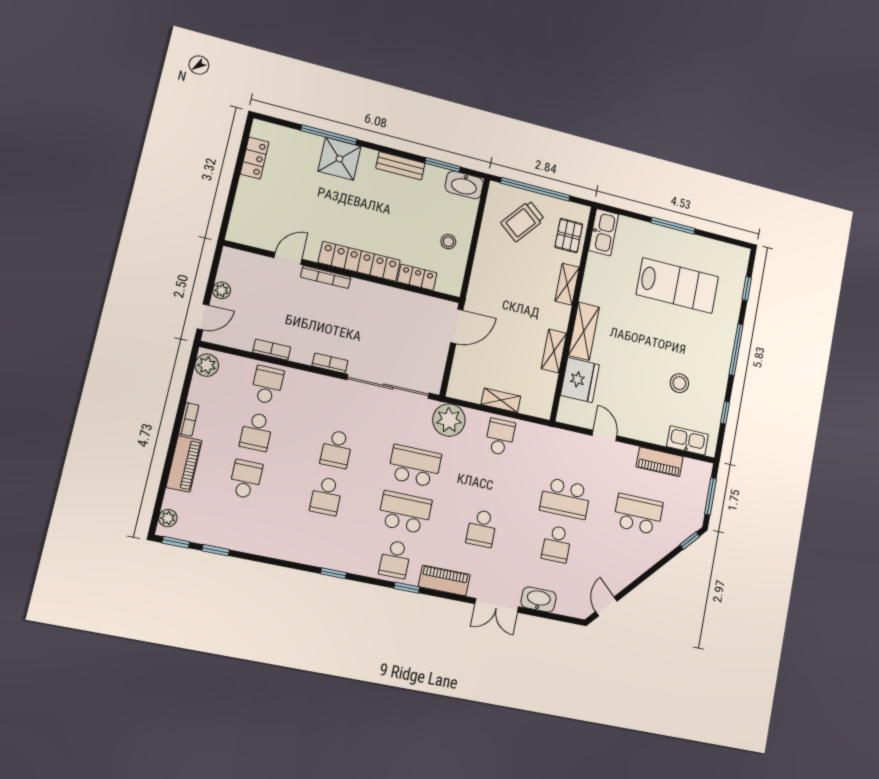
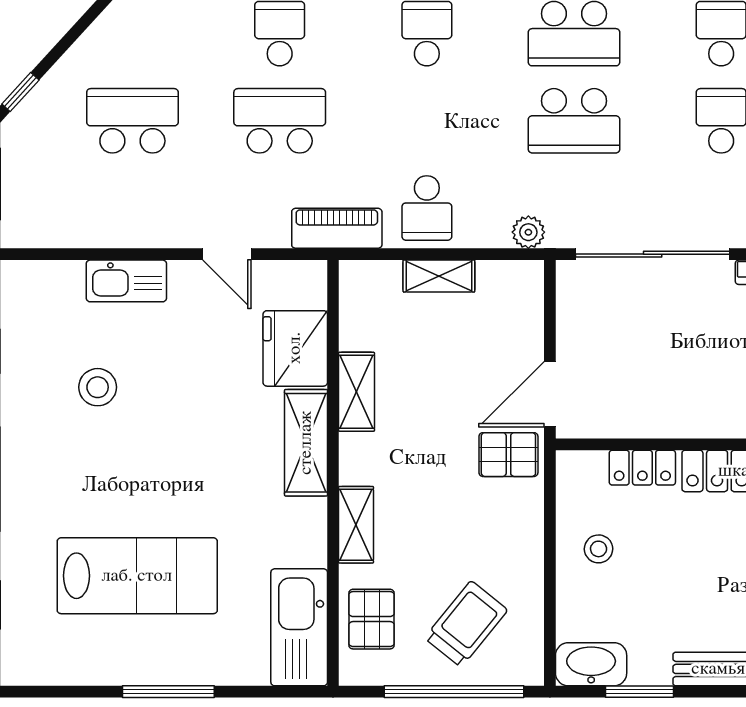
kitchen sink: (604, 232) -> (299, 627), width x1.36, depth x1.24
lab bench: (677, 286) -> (137, 576), turned 180
pallet: (484, 301) -> (508, 455), added
plant: (449, 420) -> (528, 232), width x0.53, depth x0.53
kitchen sink: (688, 440) -> (126, 281), moved
piano: (660, 462) -> (337, 228), moved
school desk: (638, 514) -> (132, 121), turned 180

